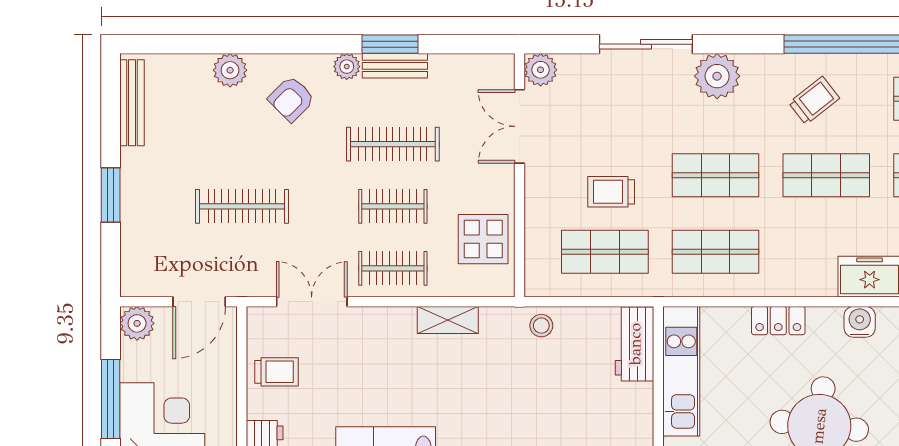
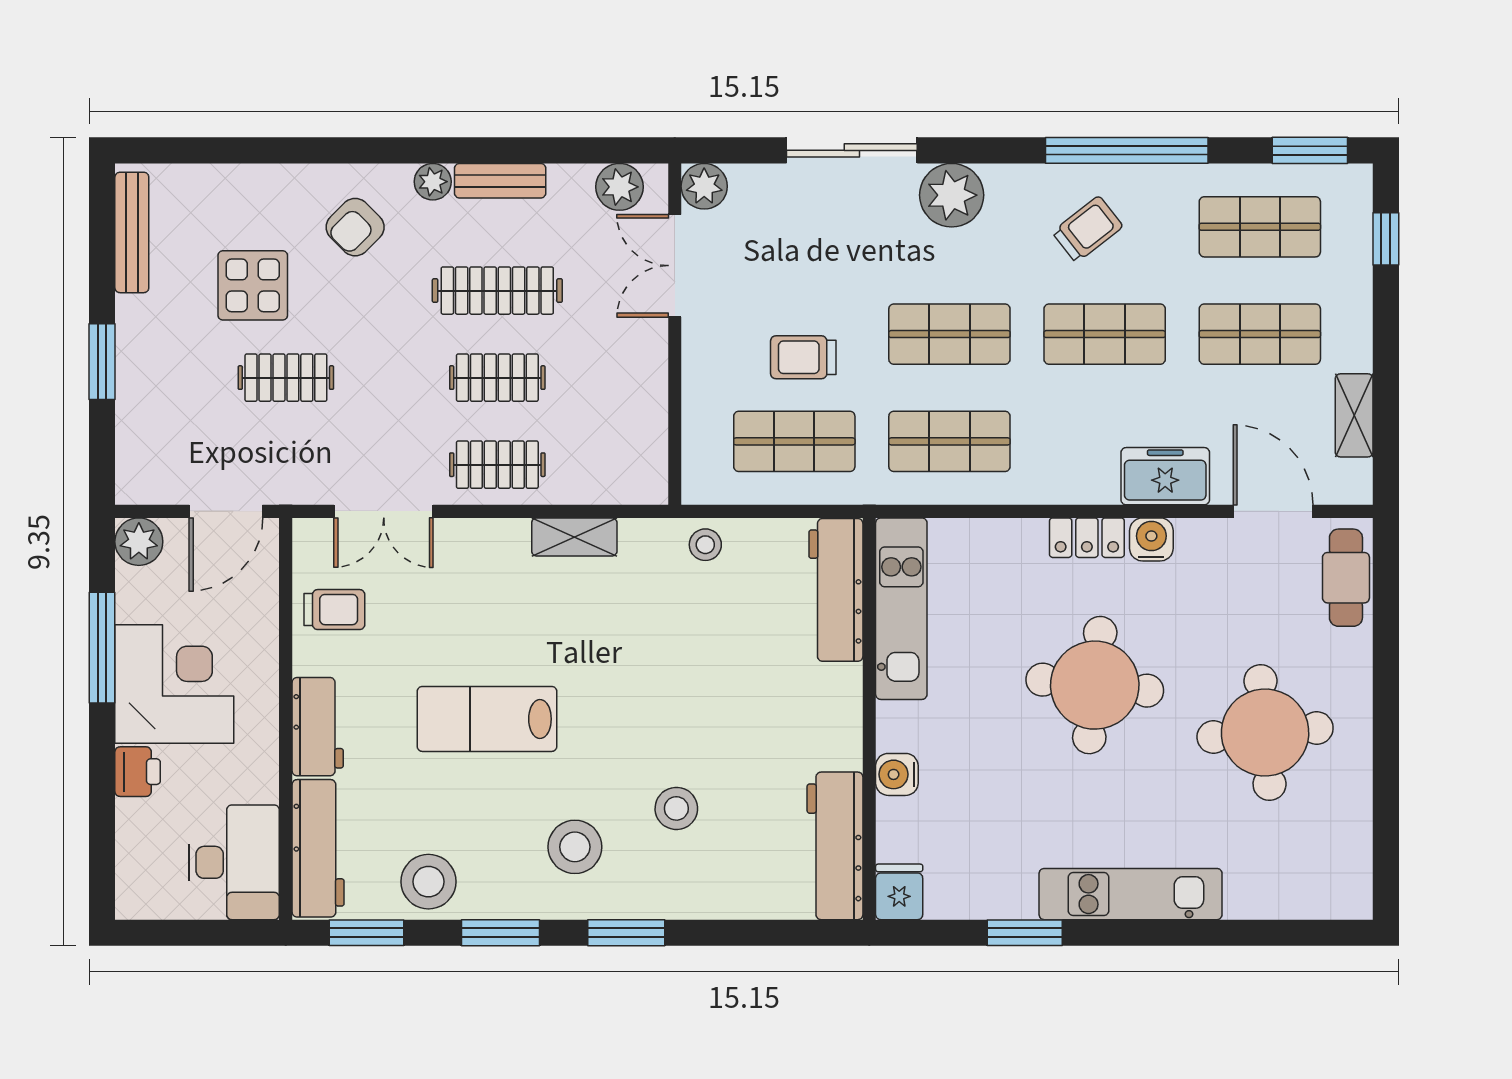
window: (390, 44) -> (493, 150), removed
plant: (230, 70) -> (619, 187), moved
clothes rail: (242, 206) -> (286, 378), width x0.73
display table: (483, 239) -> (253, 285), moved
double door: (312, 302) -> (384, 511), swing flipped
locker: (778, 321) -> (1087, 538), moved
workbench: (635, 344) -> (836, 590), width x1.38

